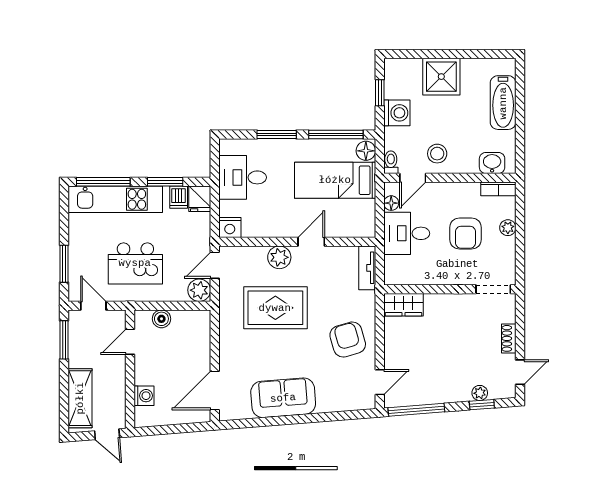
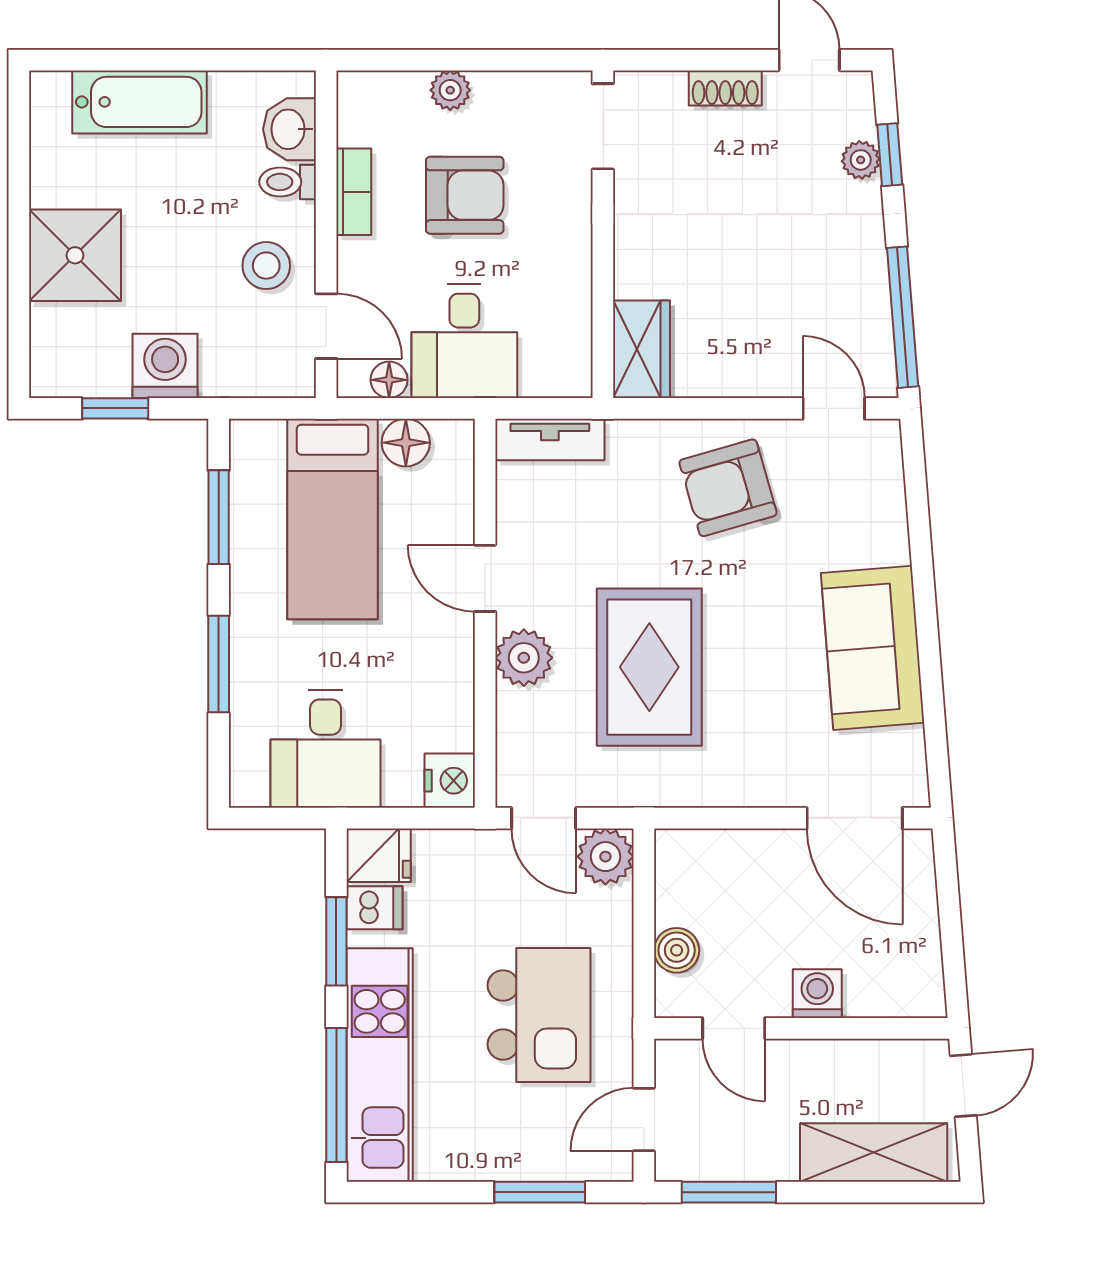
window: (336, 134) -> (219, 517), width x0.69
floor lamp: (366, 151) -> (406, 443), moved
toilet: (391, 162) -> (288, 182), moved
bookcase: (498, 189) -> (354, 192), moved
washing machine: (144, 396) -> (817, 994), moved

